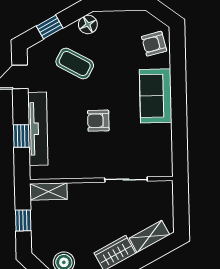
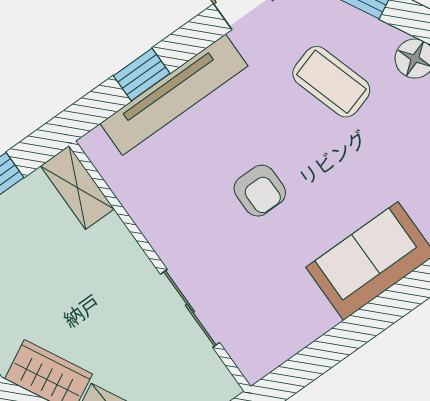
coffee table: (75, 63) -> (331, 82), turned -46
armchair: (98, 121) -> (260, 191), turned 180

